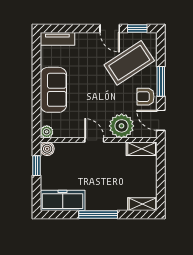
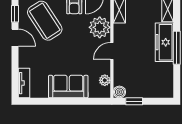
door: (110, 28) -> (15, 38), hinge flipped
plant: (47, 132) -> (105, 80), moved
freezer: (63, 200) -> (164, 42), moved

